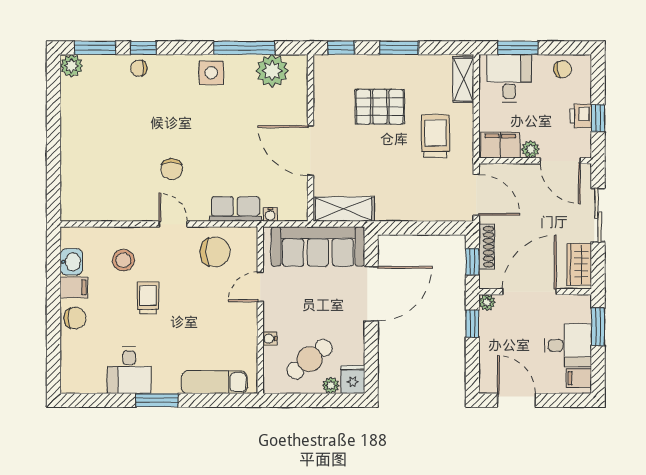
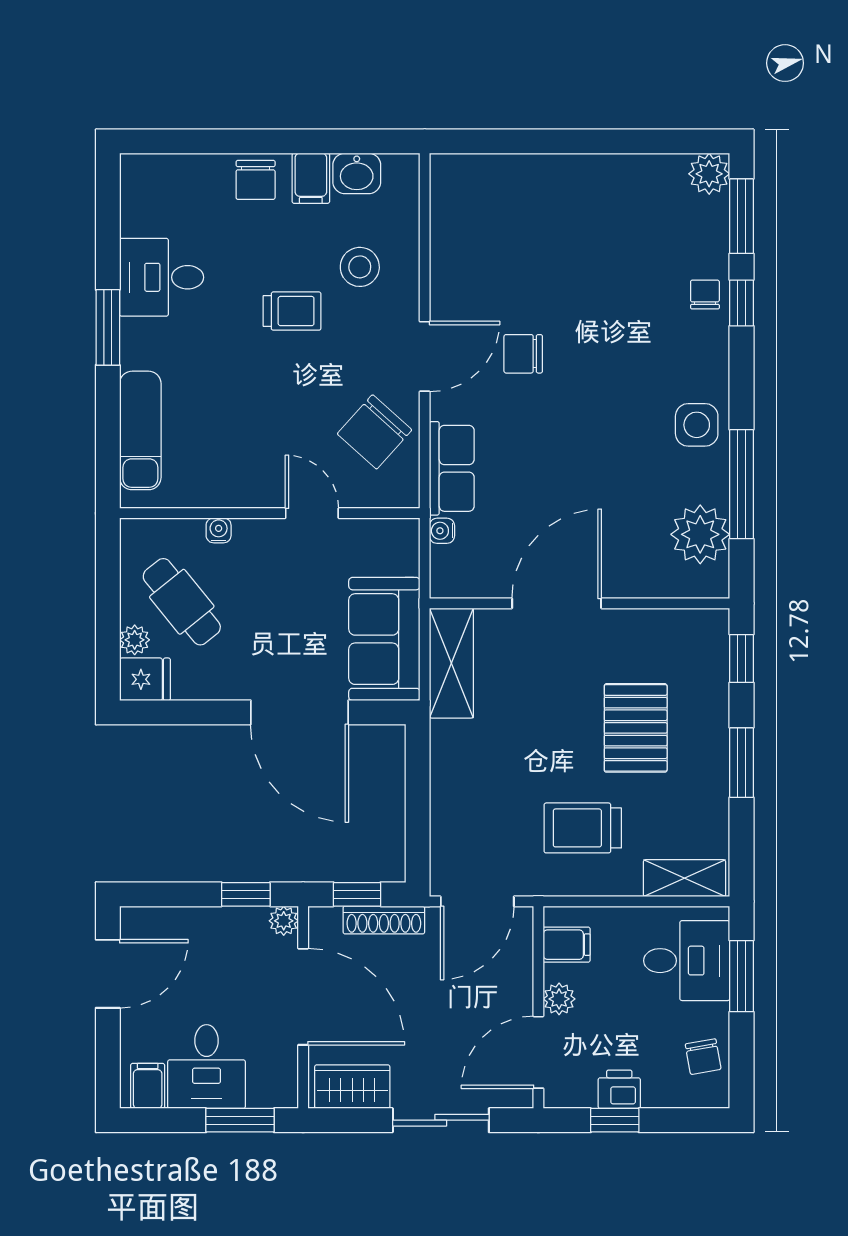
trolley: (435, 136) -> (583, 828), turned 180
filing cabinet: (500, 145) -> (567, 945), width x0.50
door: (173, 224) -> (425, 356), width x1.38
sofa: (318, 246) -> (384, 639), width x0.73
chair: (215, 252) -> (375, 432), turned 42

